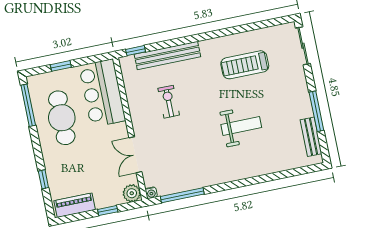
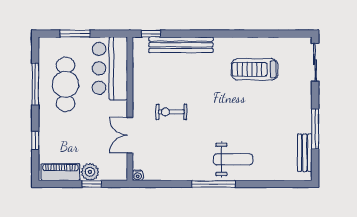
window: (61, 66) -> (75, 34), width x1.50
exercise bike: (169, 102) -> (171, 112), moved, turned -90
window: (28, 105) -> (35, 84), moved
weight bench: (241, 126) -> (233, 159), moved
plant: (132, 193) -> (90, 172), moved
window: (182, 195) -> (214, 184), moved

